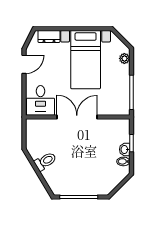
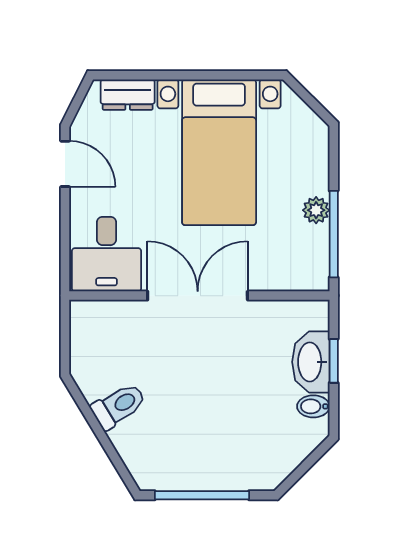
plant: (124, 58) -> (316, 210), moved
door: (24, 64) -> (65, 164), hinge flipped
washbasin: (125, 149) -> (311, 362), width x1.91, depth x1.45

